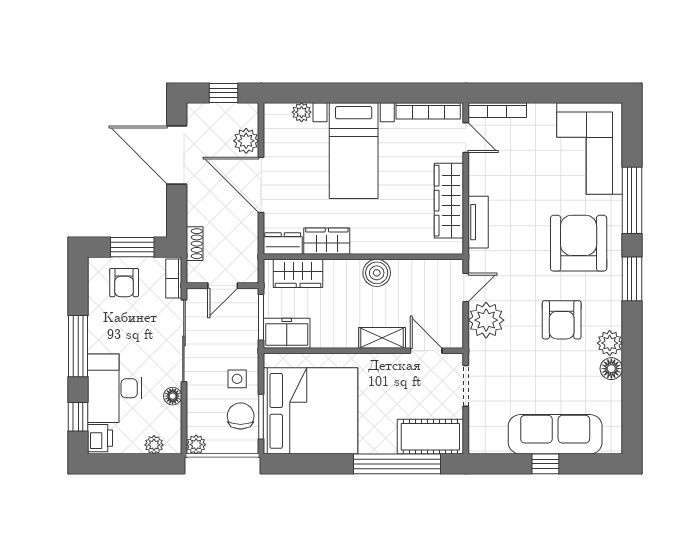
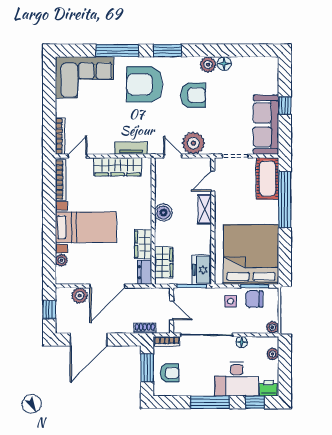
sofa: (555, 434) -> (266, 125), moved

